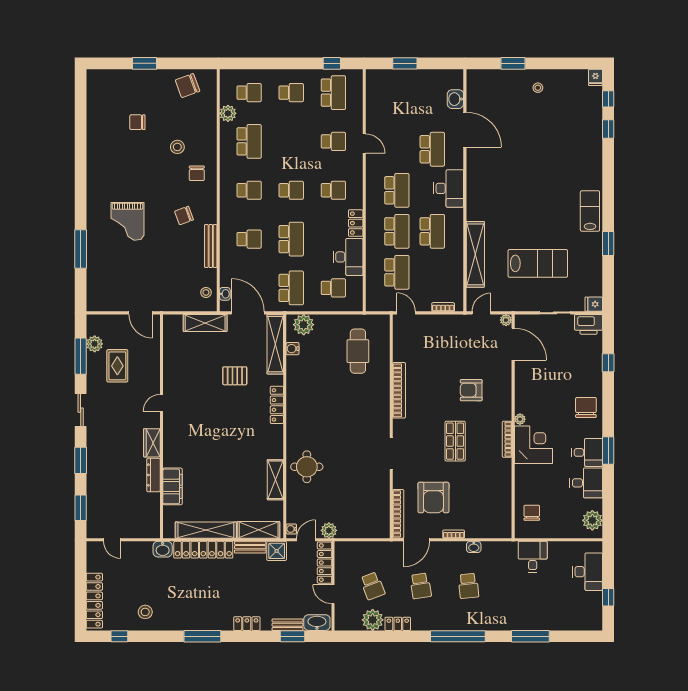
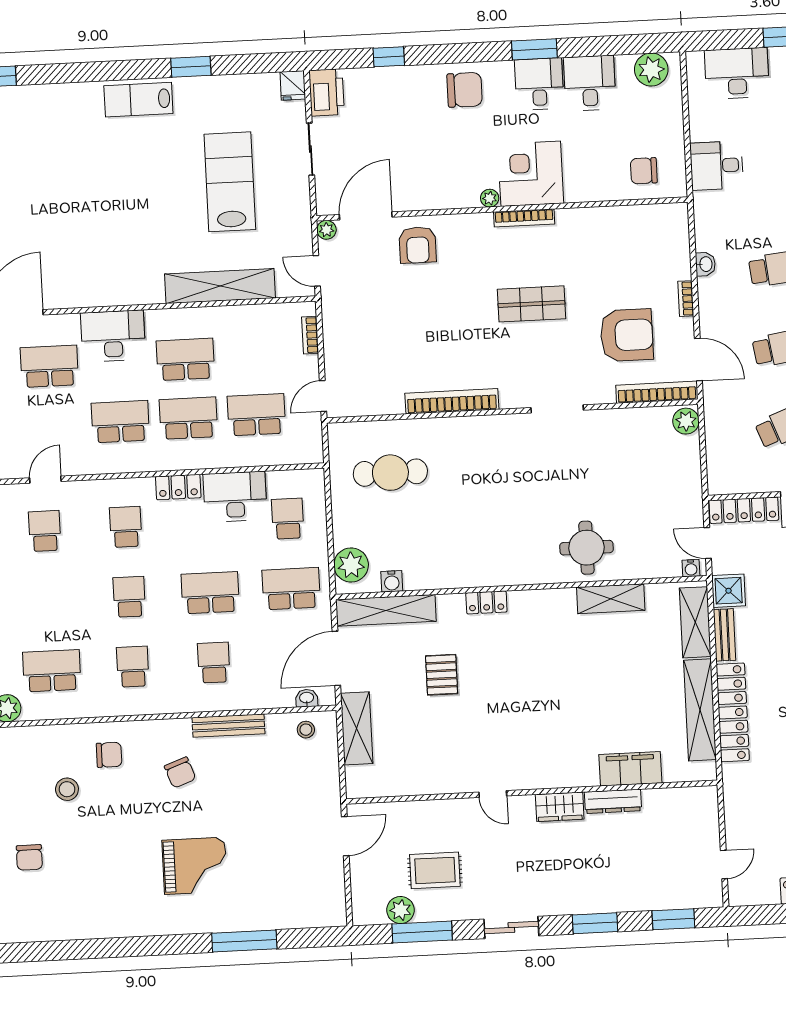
armchair: (471, 390) -> (418, 245), moved
locker: (277, 405) -> (486, 602), width x0.66
chair: (586, 407) -> (465, 90), turned 180
plant: (329, 530) -> (686, 421), moved
washbasin: (163, 549) -> (735, 780), removed

